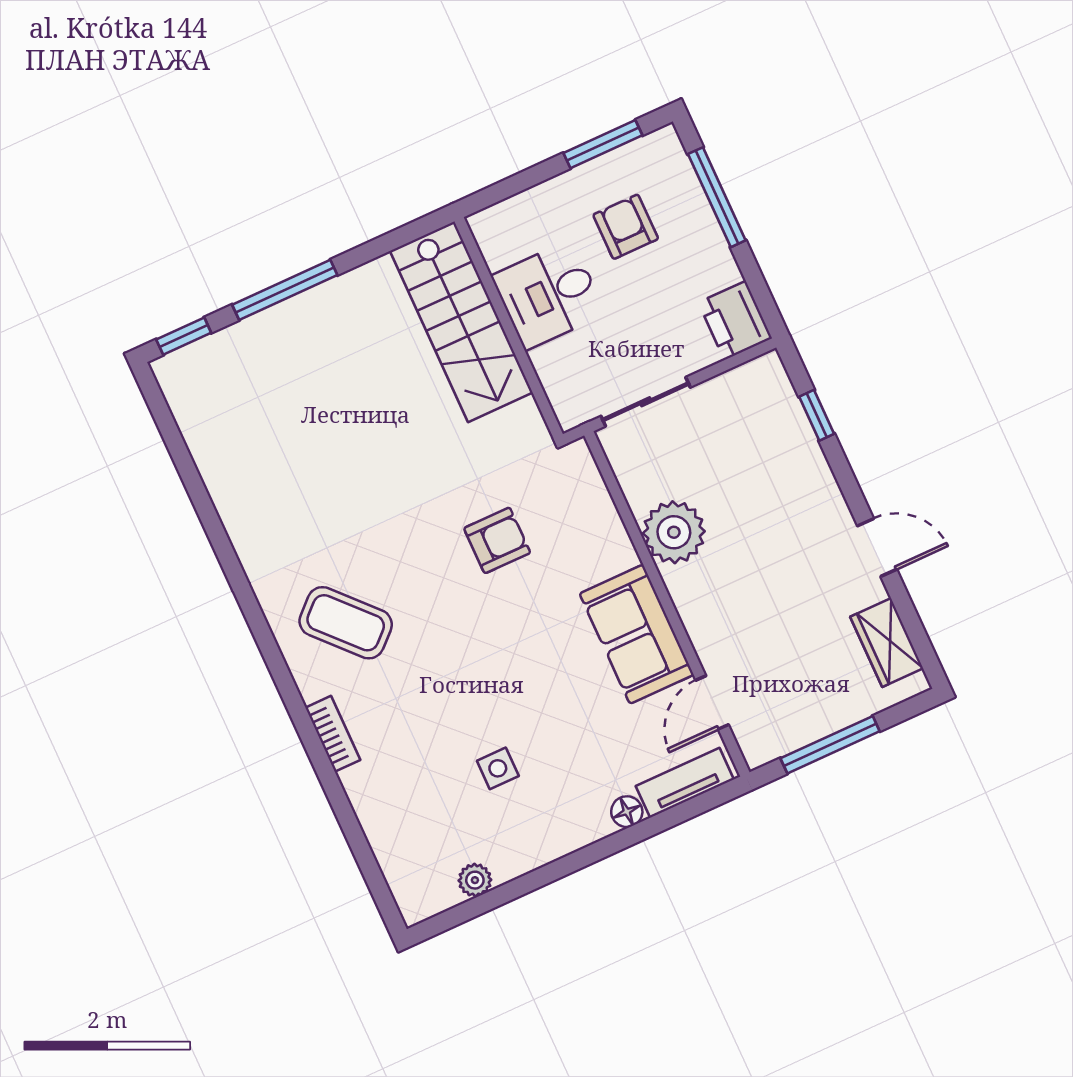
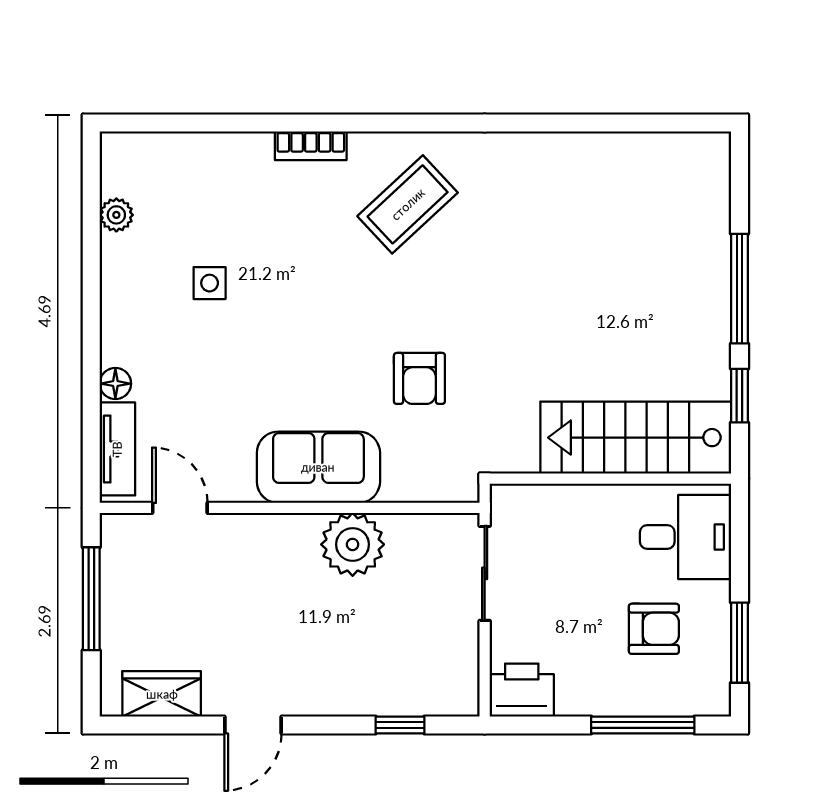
desk: (549, 295) -> (685, 537), moved, turned 90
window: (184, 336) -> (739, 396), moved
sofa: (637, 634) -> (318, 467), moved

